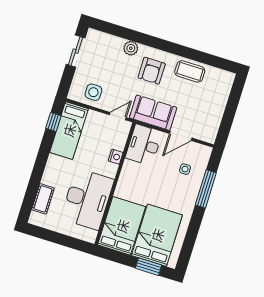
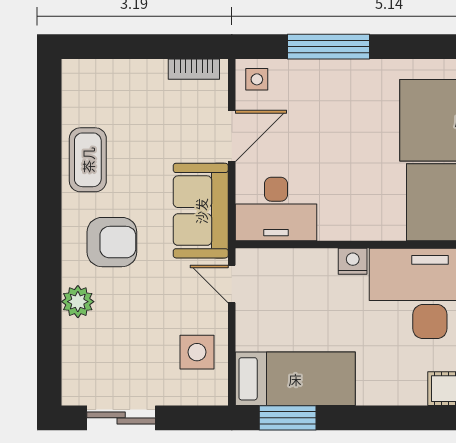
window: (53, 122) -> (288, 418), width x1.50
bookcase: (214, 129) -> (194, 69), added
door: (181, 136) -> (232, 136), hinge flipped
nightstand: (116, 157) -> (353, 261), moved
side table: (185, 169) -> (257, 79), moved

